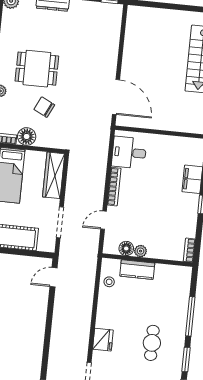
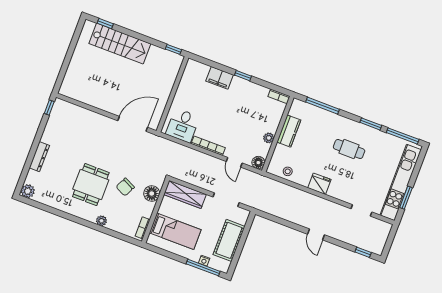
floor lamp: (27, 136) -> (152, 194), moved
floor lamp: (126, 248) -> (258, 163), moved
kitchen counter: (137, 270) -> (289, 131), moved
door: (53, 277) -> (316, 234), moved
window: (190, 316) -> (322, 106), moved
fridge: (103, 340) -> (319, 184), moved

